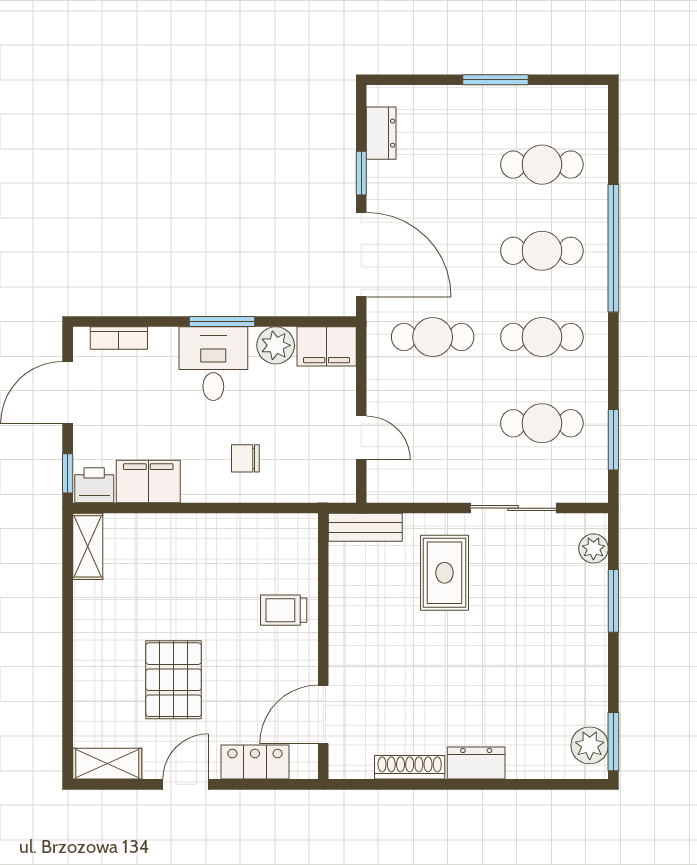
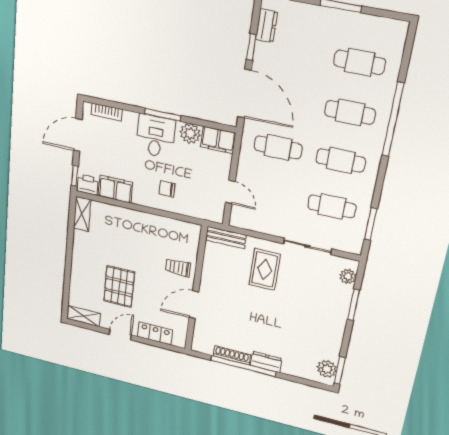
door: (323, 714) -> (194, 305), moved
window: (435, 784) -> (243, 366), added

